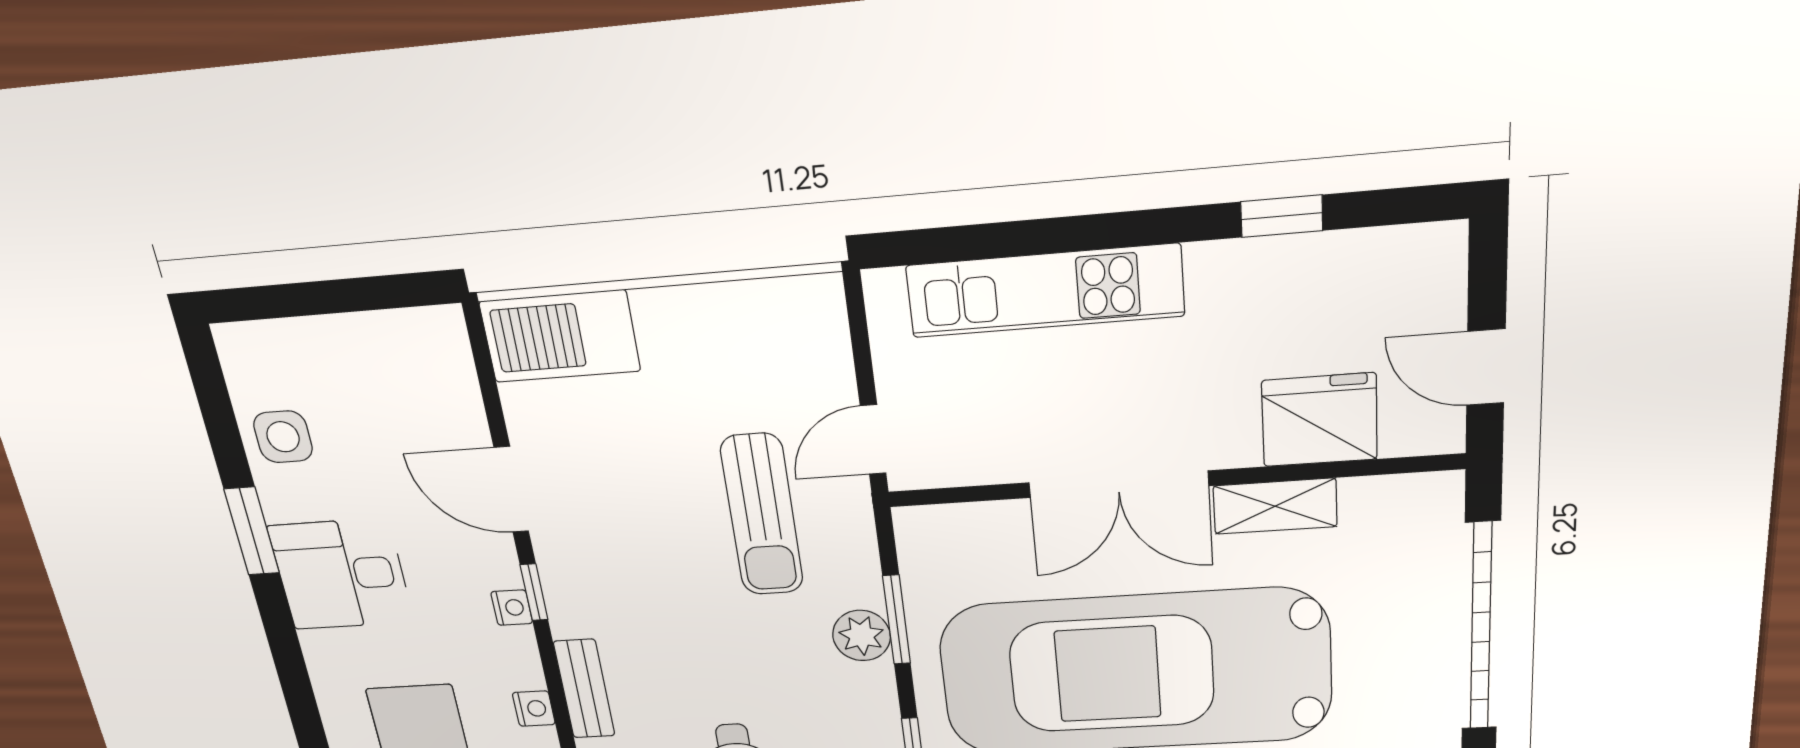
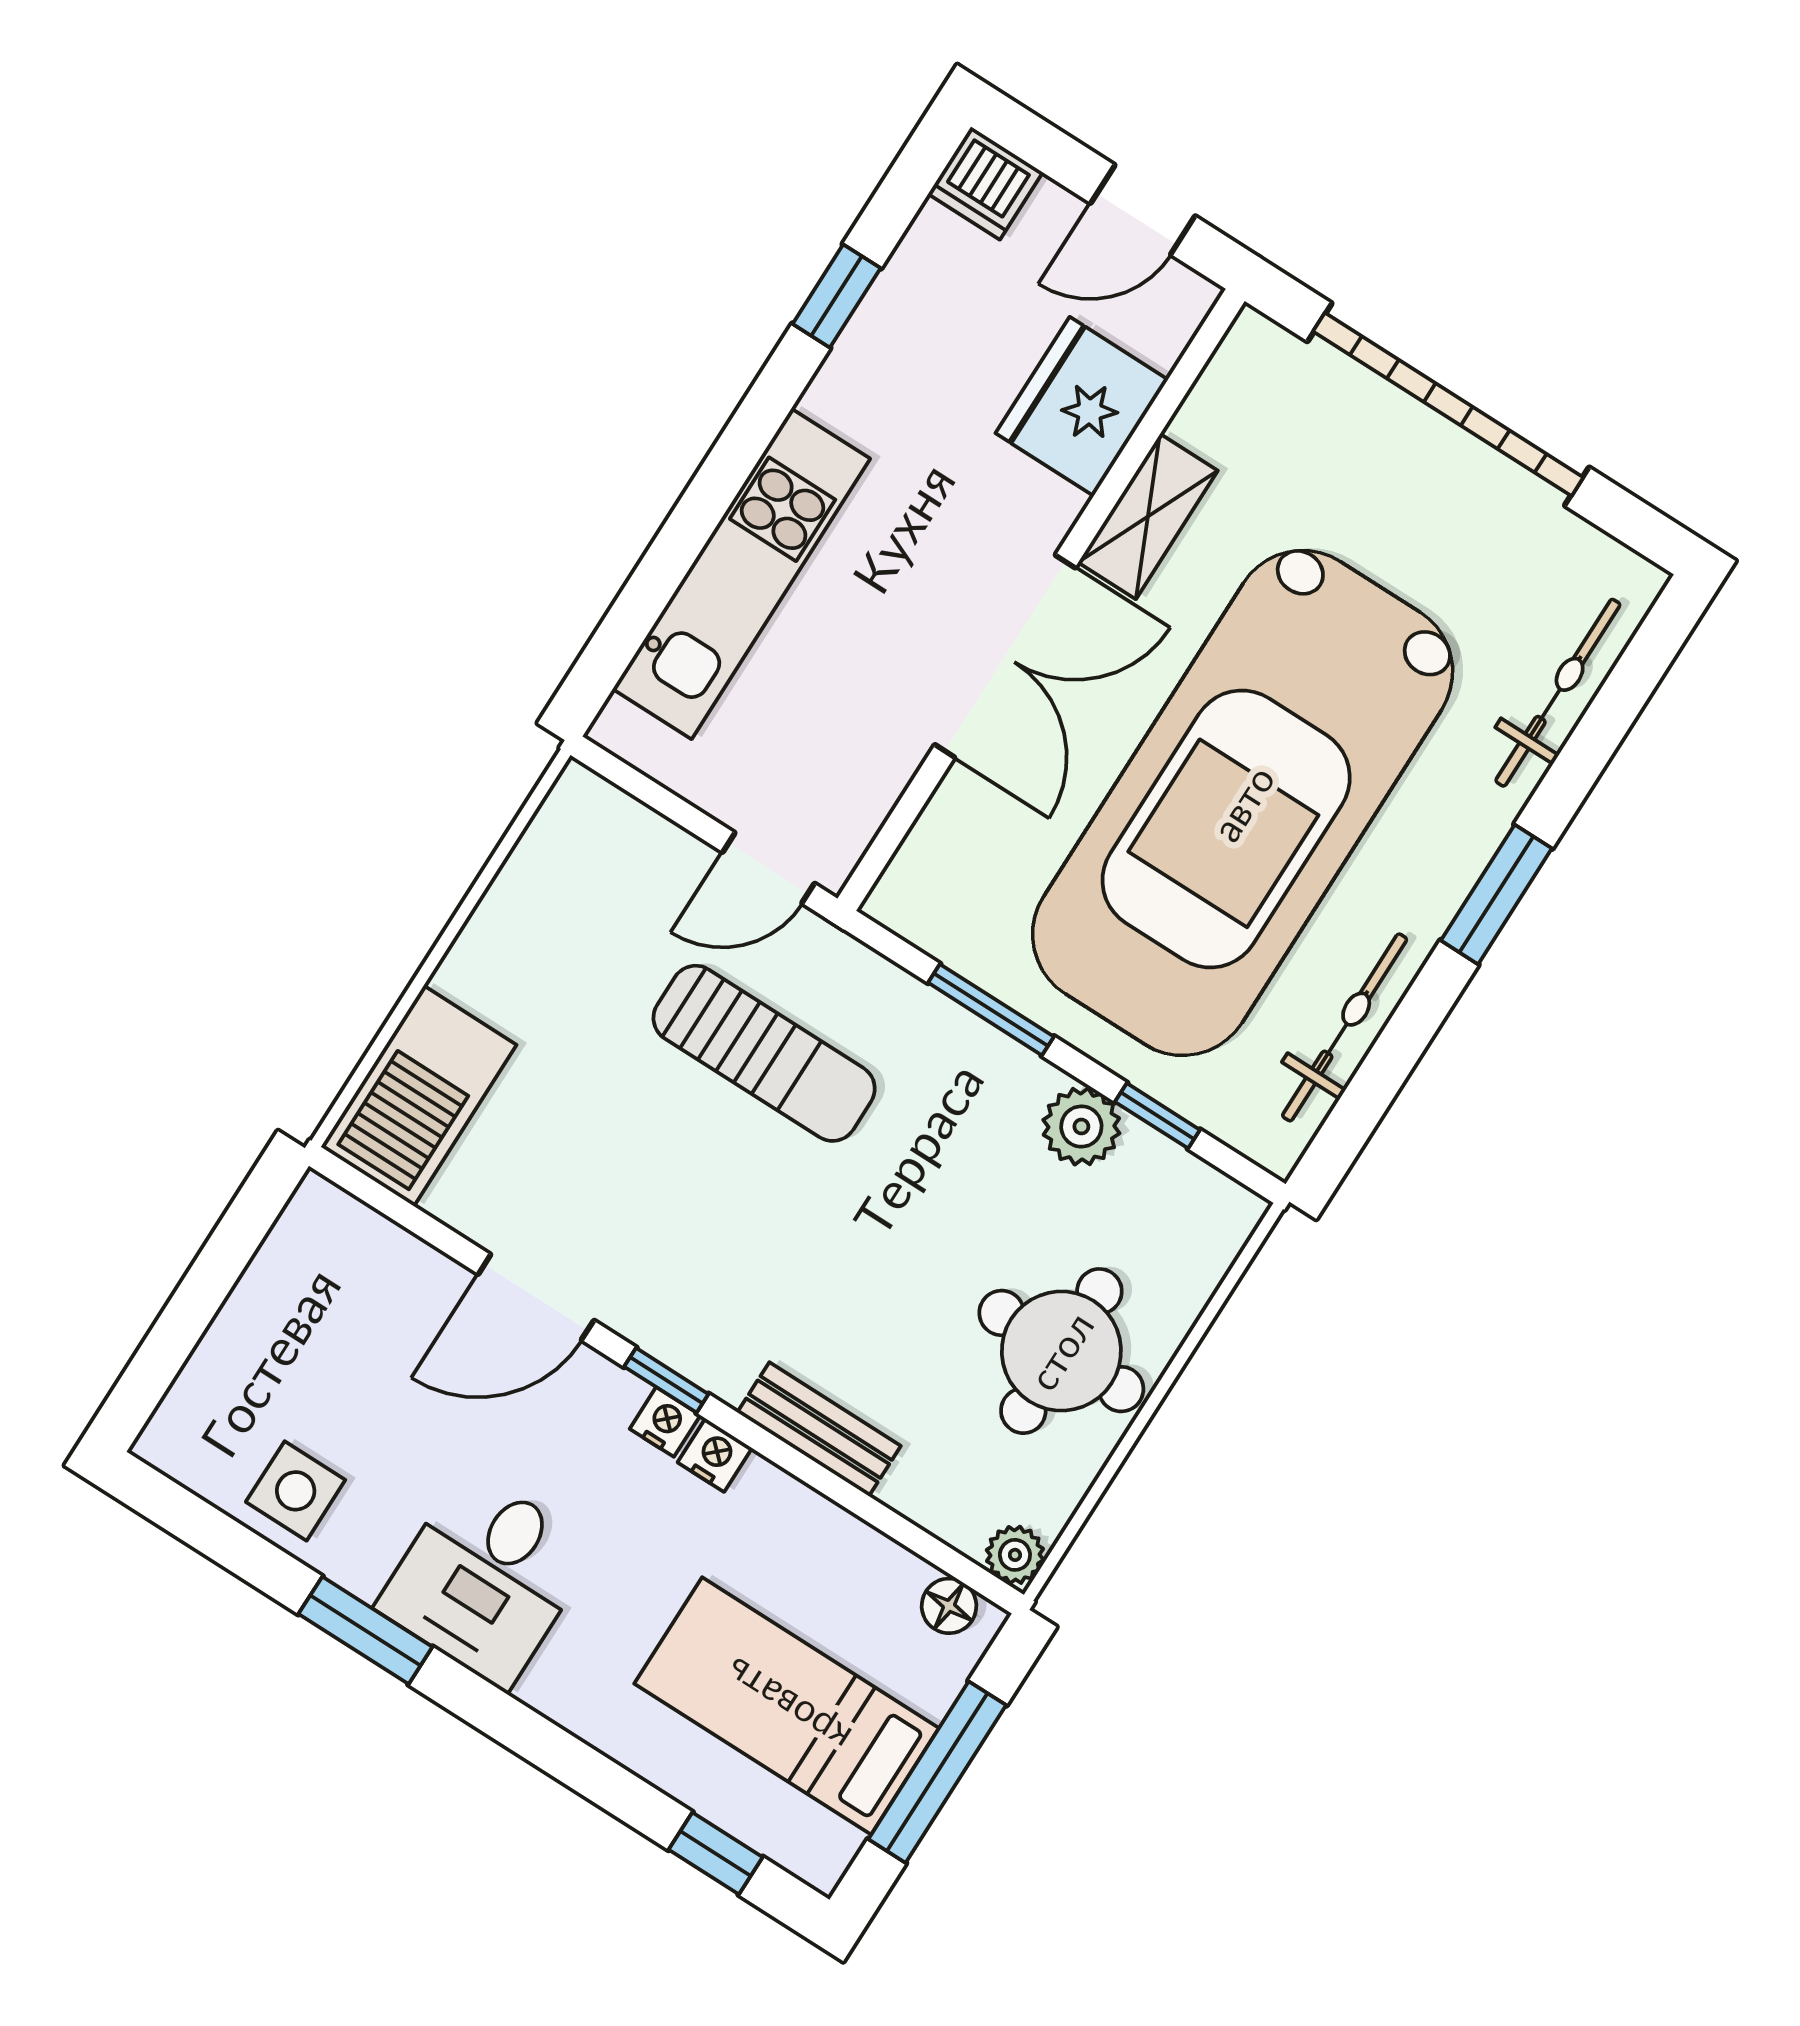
dishwasher: (1434, 256) -> (985, 183), added
door: (873, 440) -> (768, 868), hinge flipped
plant: (862, 636) -> (1081, 1127), moved
nightstand: (534, 709) -> (715, 1455), moved

